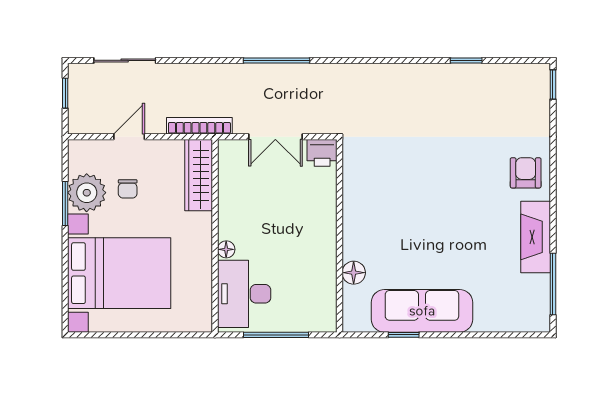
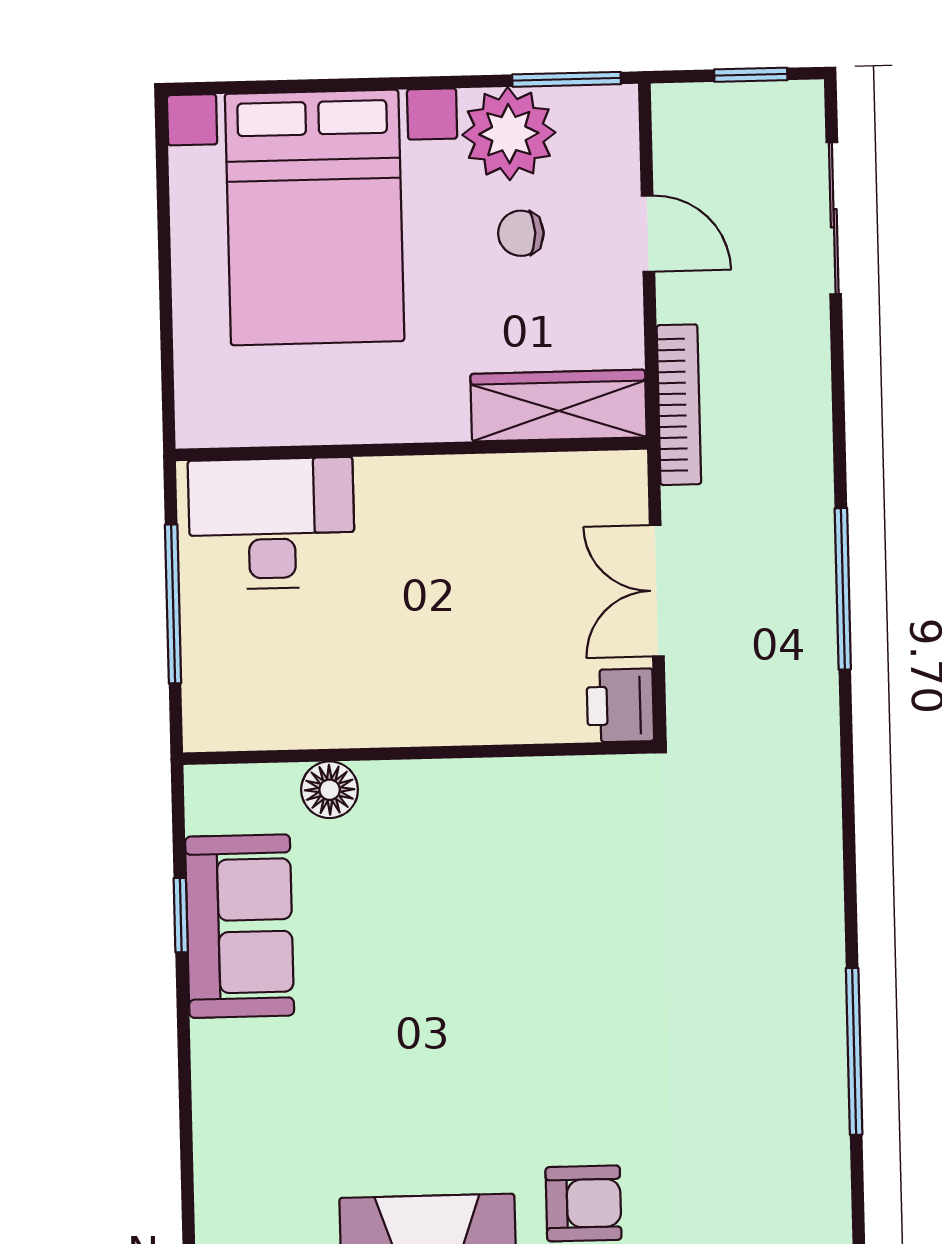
window: (466, 60) -> (854, 1051), width x2.17
window: (65, 203) -> (567, 79), moved
floor lamp: (226, 249) -> (379, 477), removed
sofa: (422, 311) -> (240, 926), width x0.73

